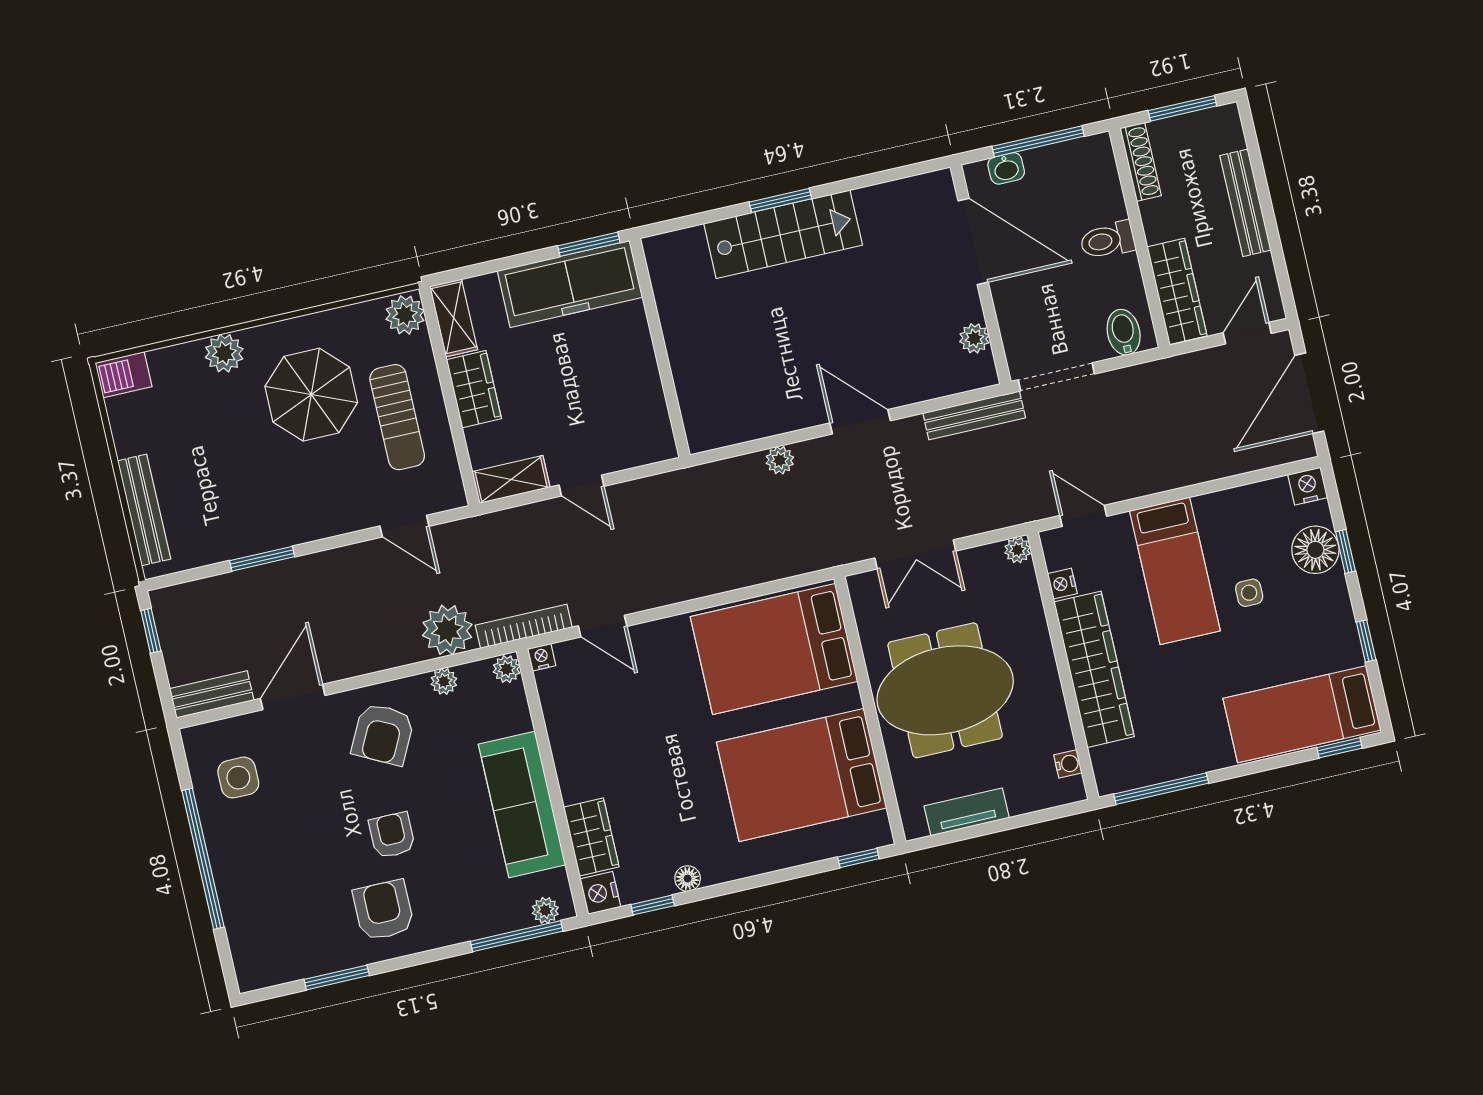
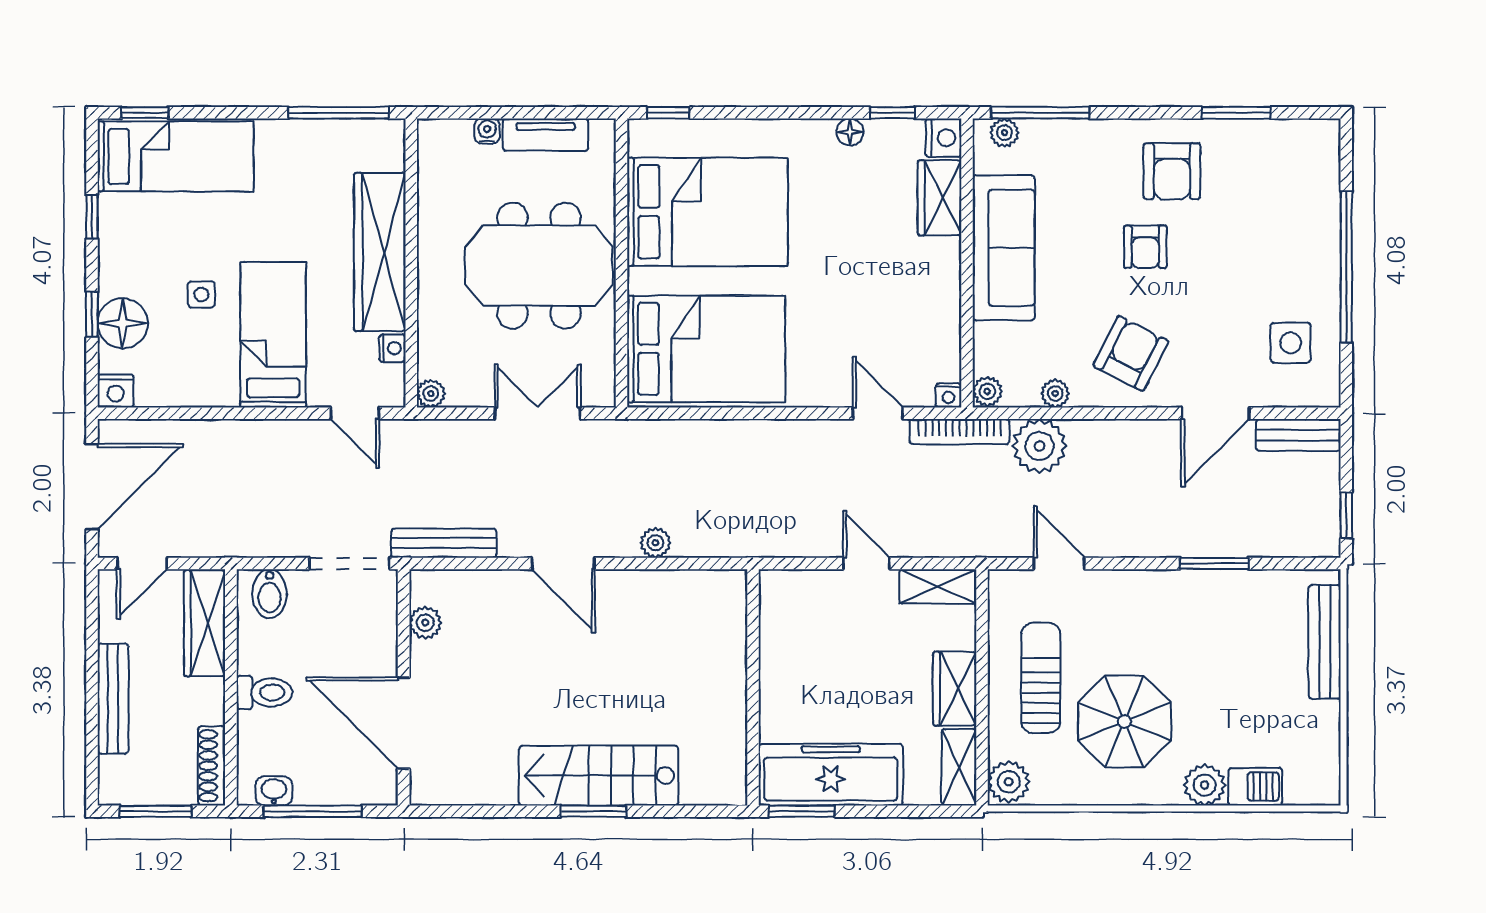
washbasin: (1006, 168) -> (274, 791), moved
barbecue: (124, 375) -> (1255, 787), moved
water cooler: (1068, 764) -> (487, 131), moved, turned 90

